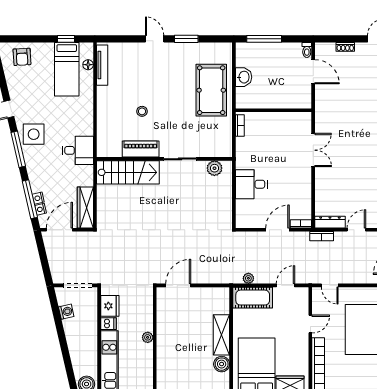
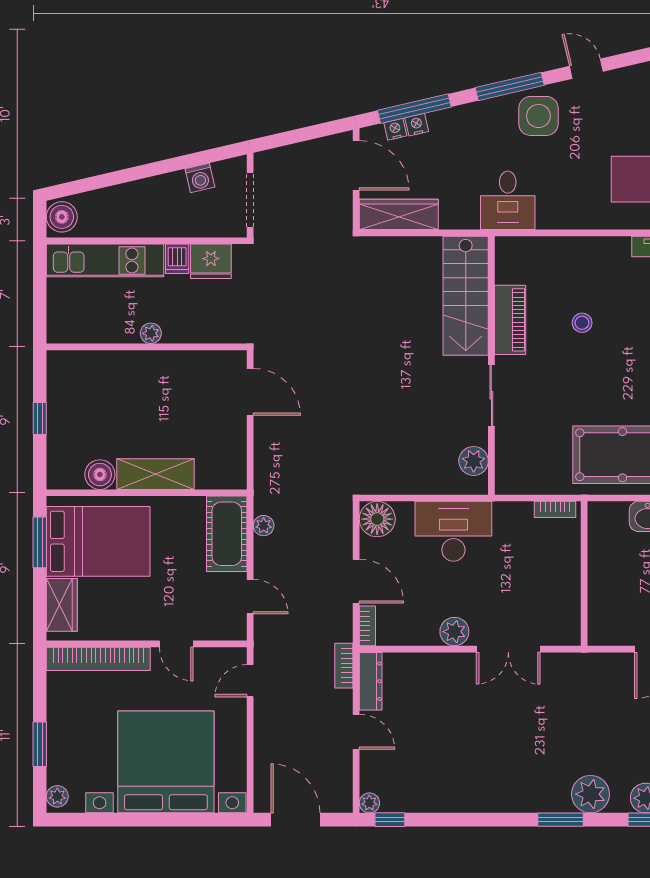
plant: (304, 178) -> (454, 632), added
desk: (251, 184) -> (453, 531), width x1.37
floor lamp: (245, 219) -> (377, 519), added

